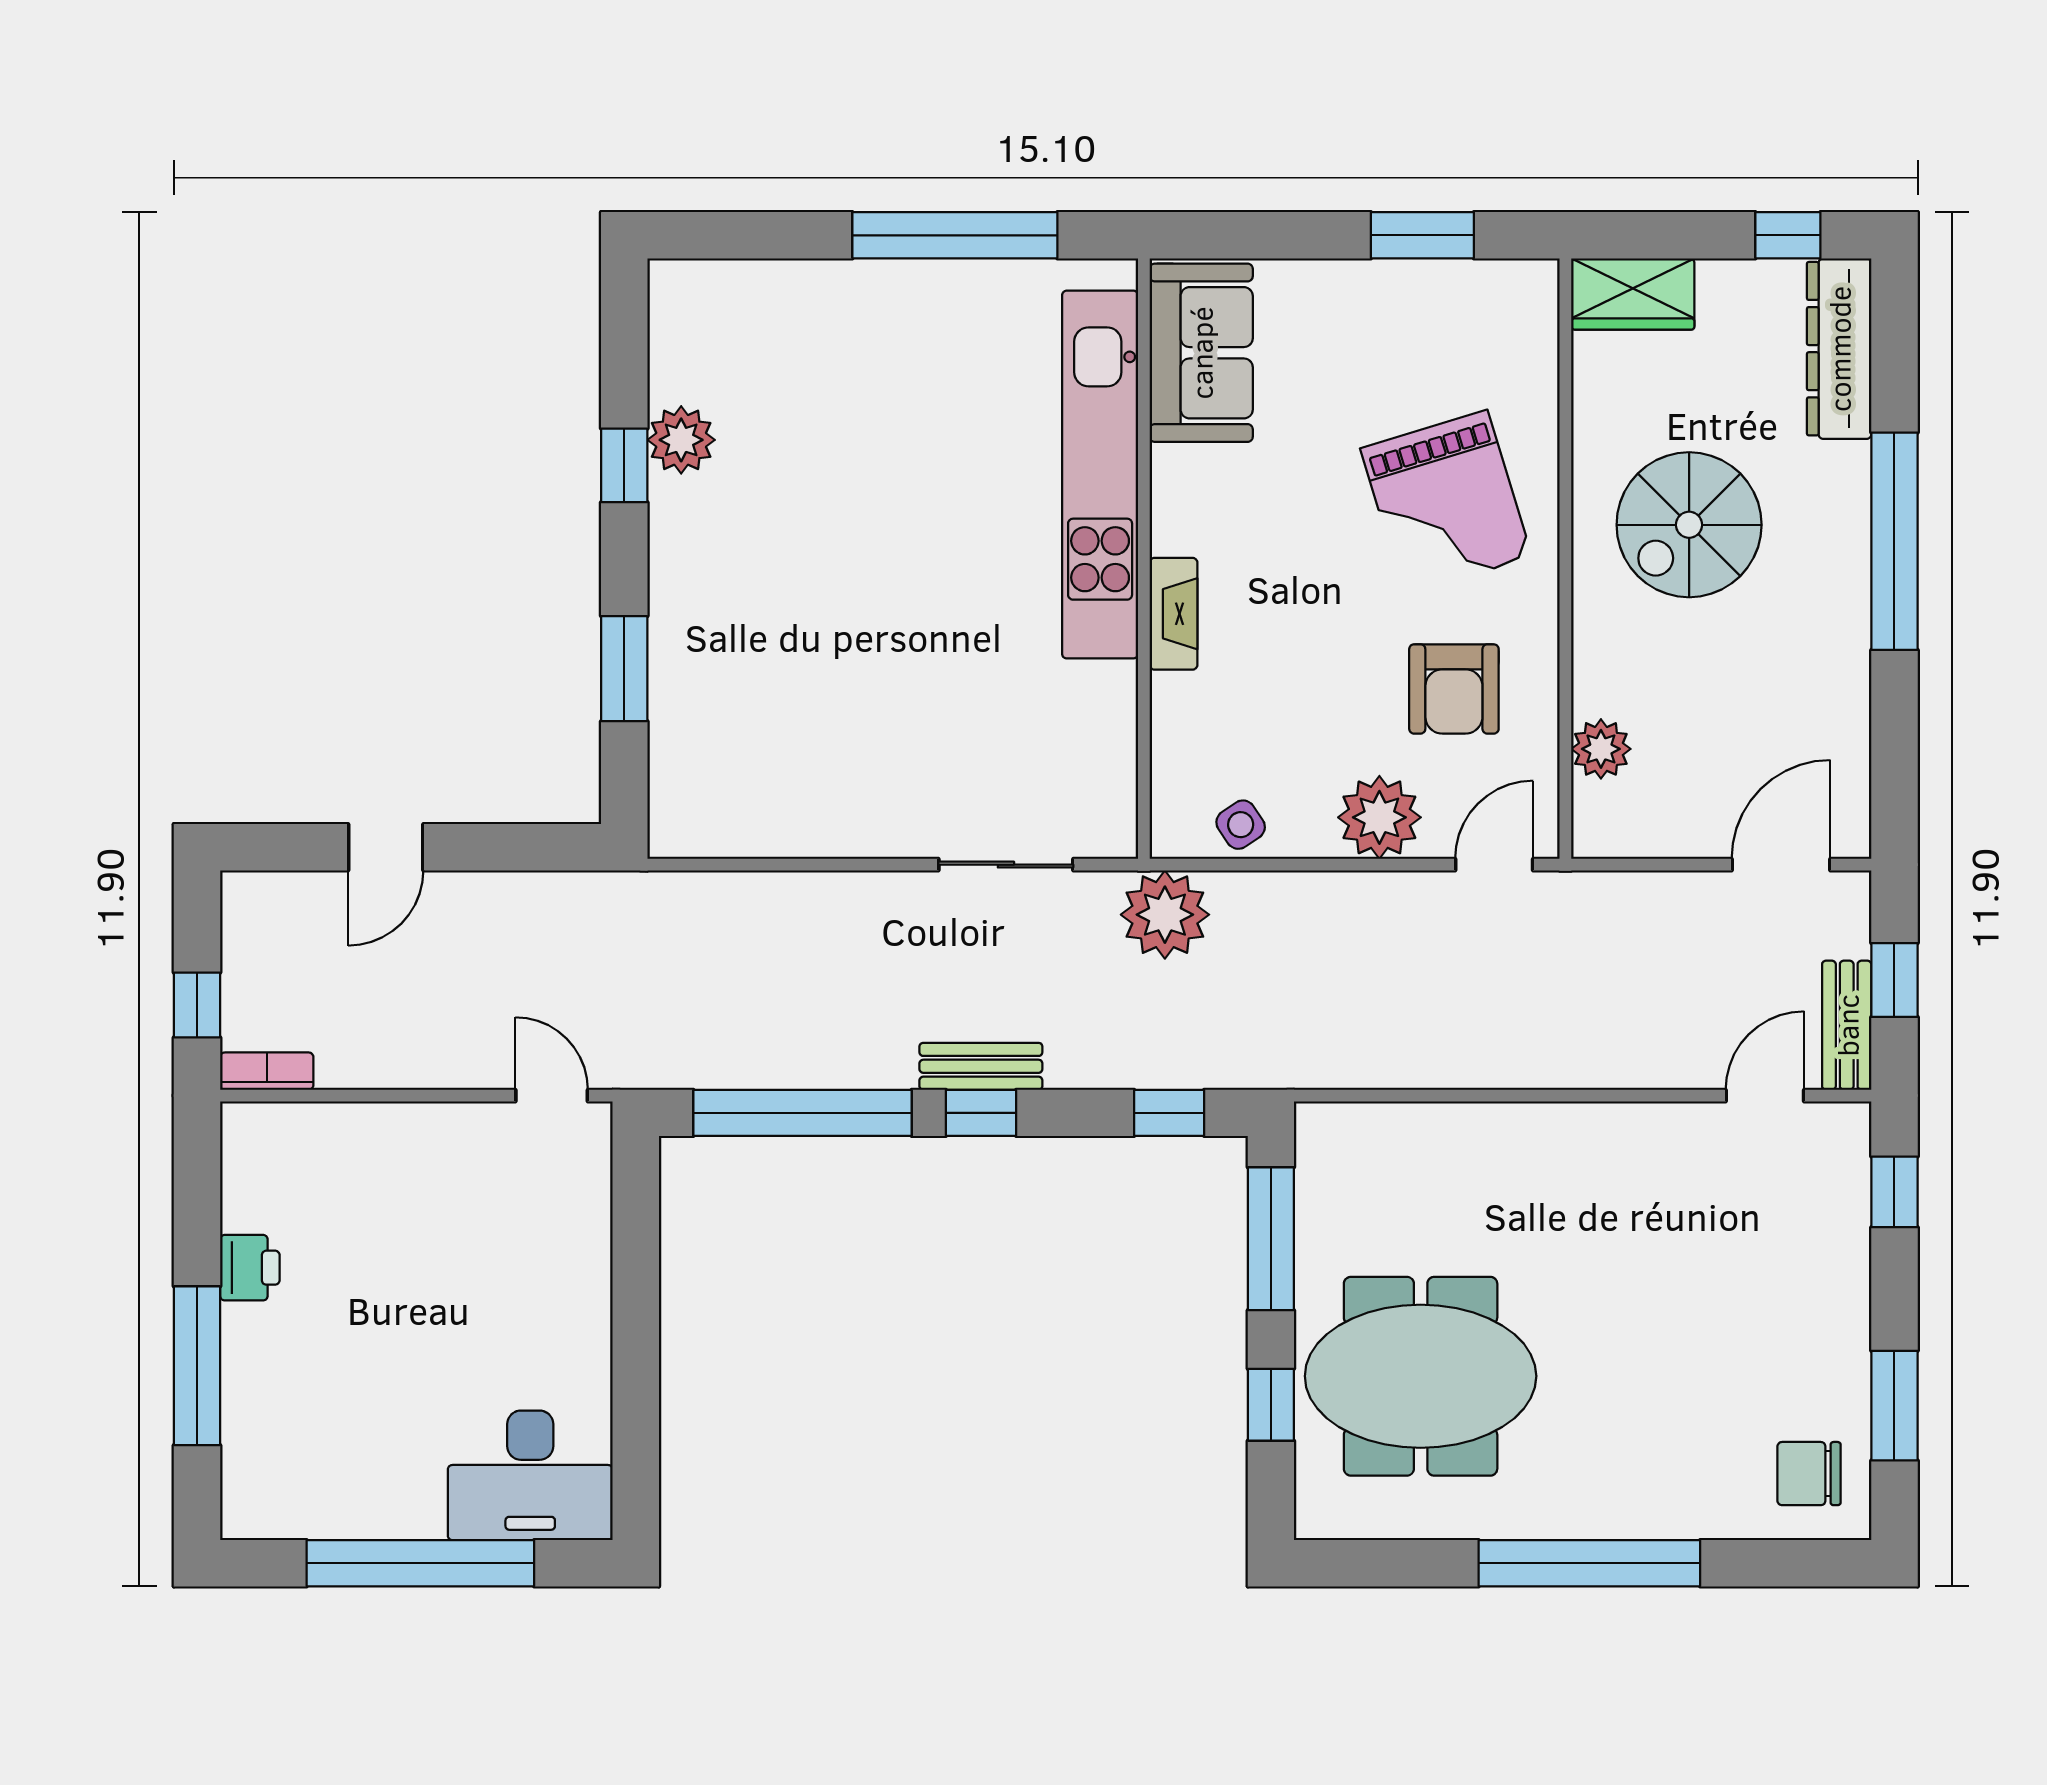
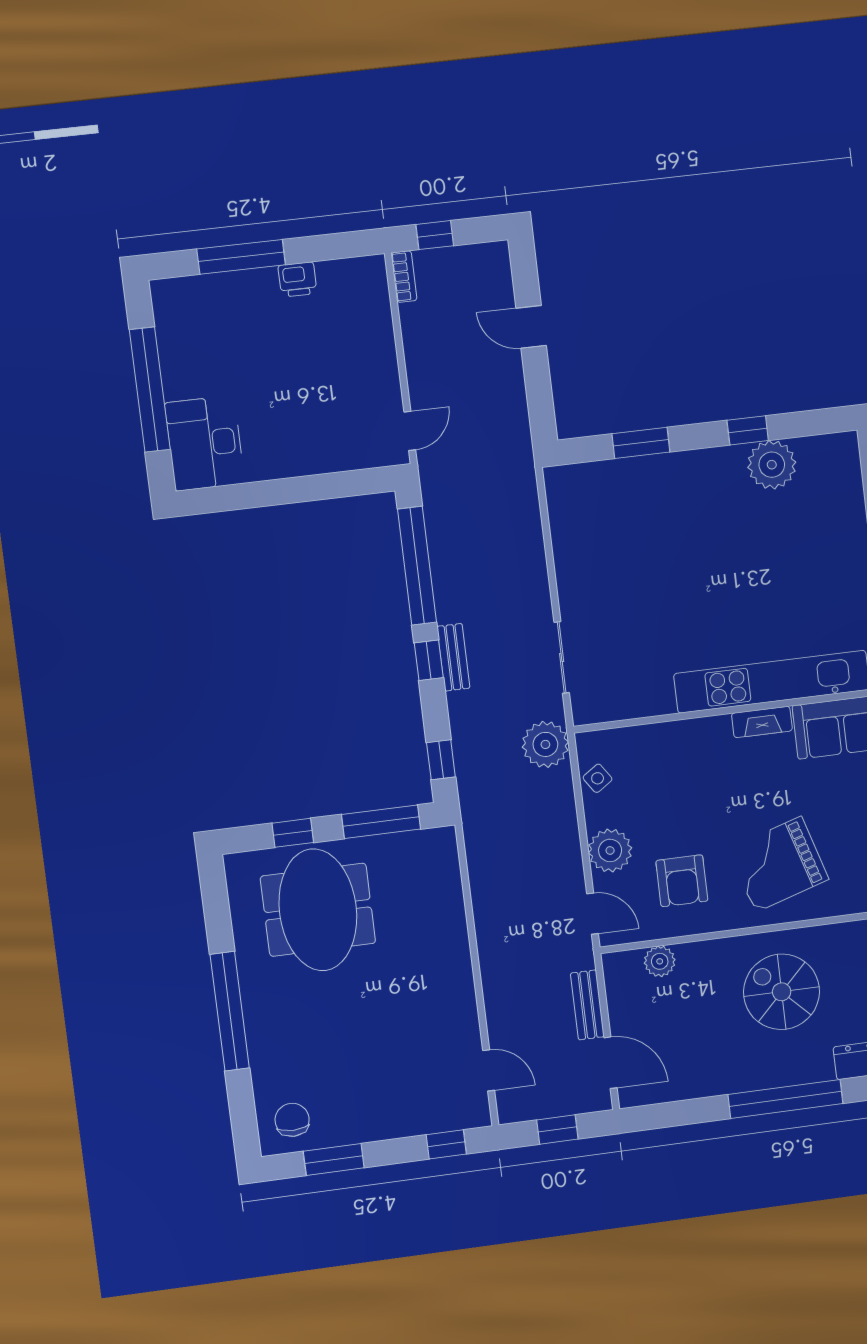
plant: (681, 440) -> (772, 465), width x1.36, depth x1.36
fireplace: (1173, 614) -> (762, 722), moved
armchair: (1454, 689) -> (682, 881), turned -90
bench: (1847, 1025) -> (587, 1005), moved, turned 90

